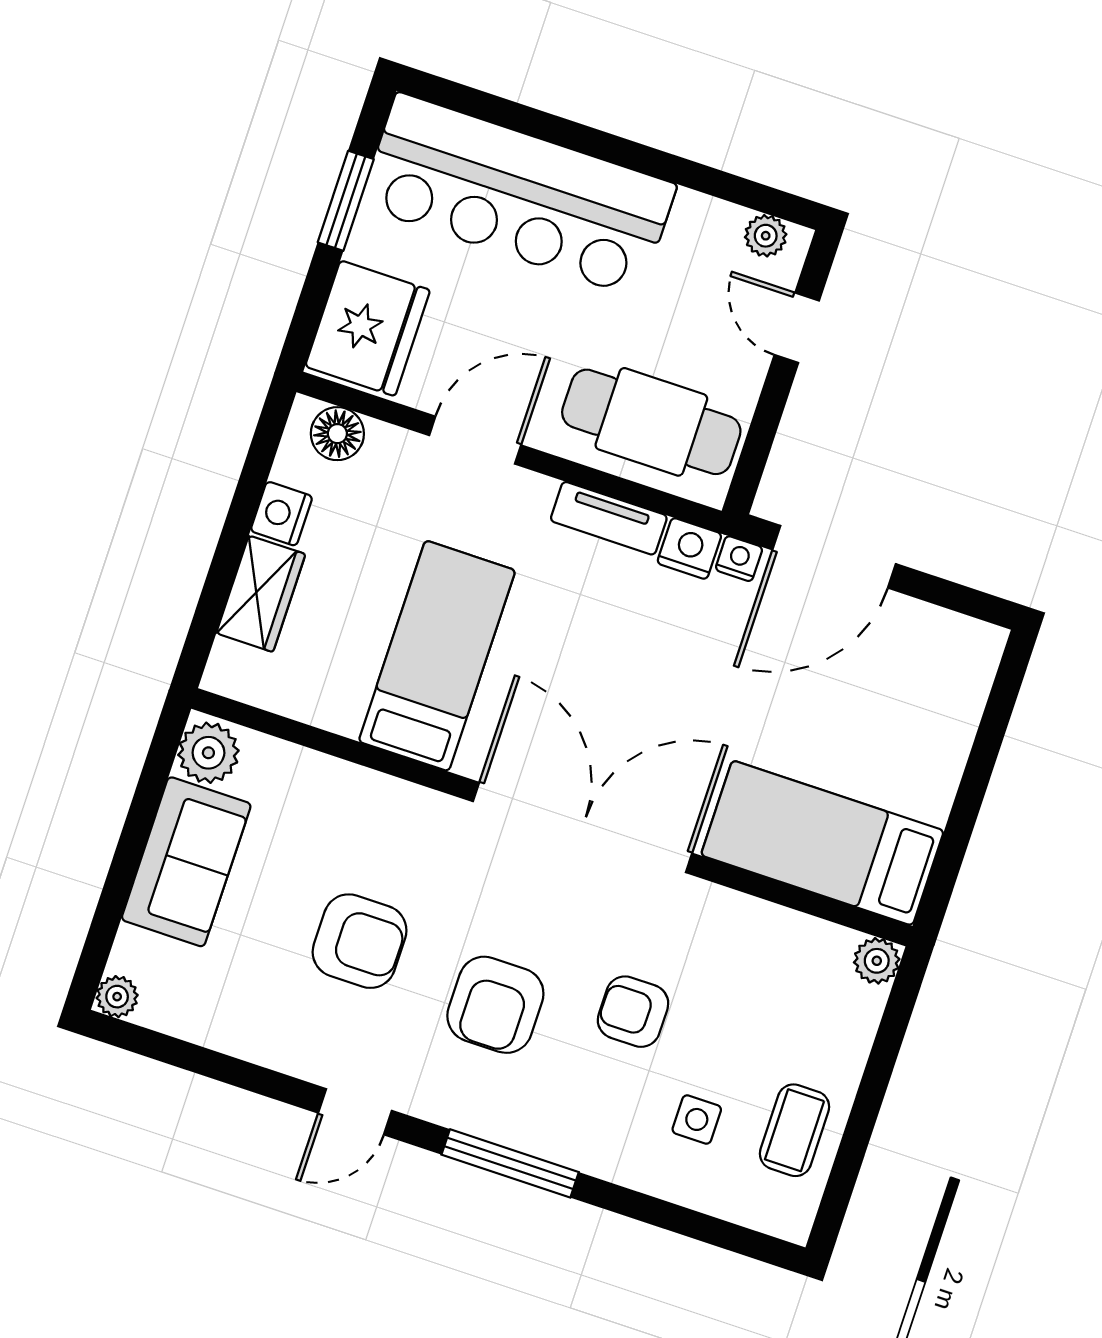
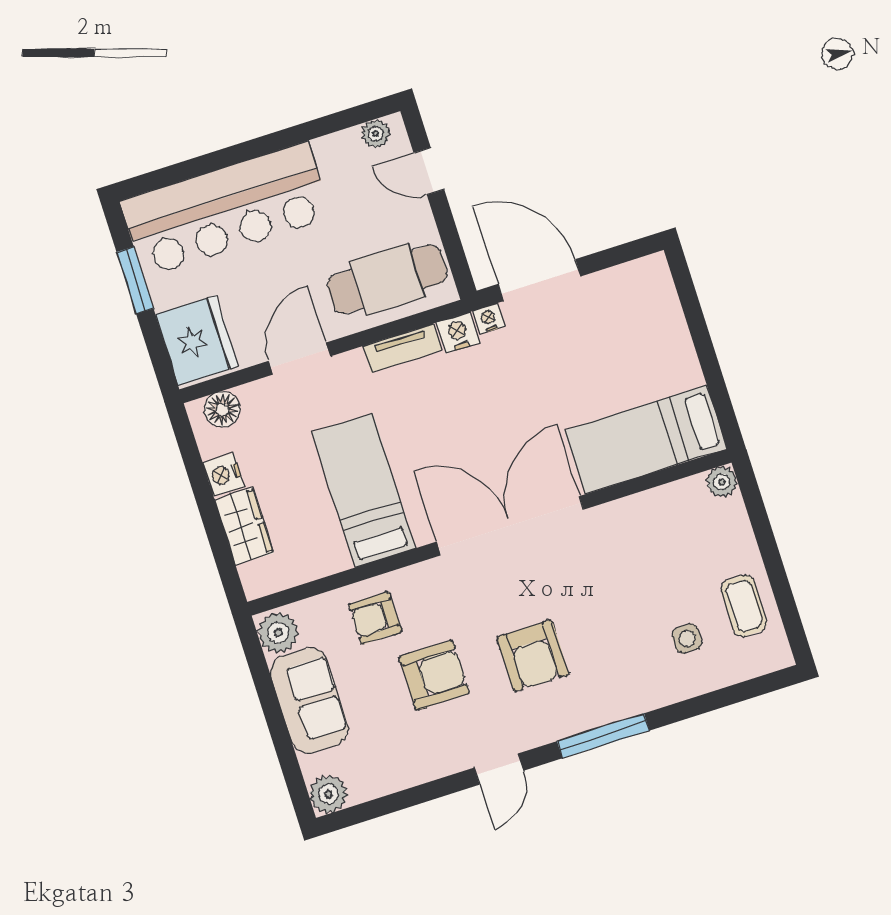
door: (834, 557) -> (539, 280), swing flipped
plant: (117, 997) -> (328, 794), width x1.38, depth x1.38
armchair: (633, 1012) -> (375, 618), moved

